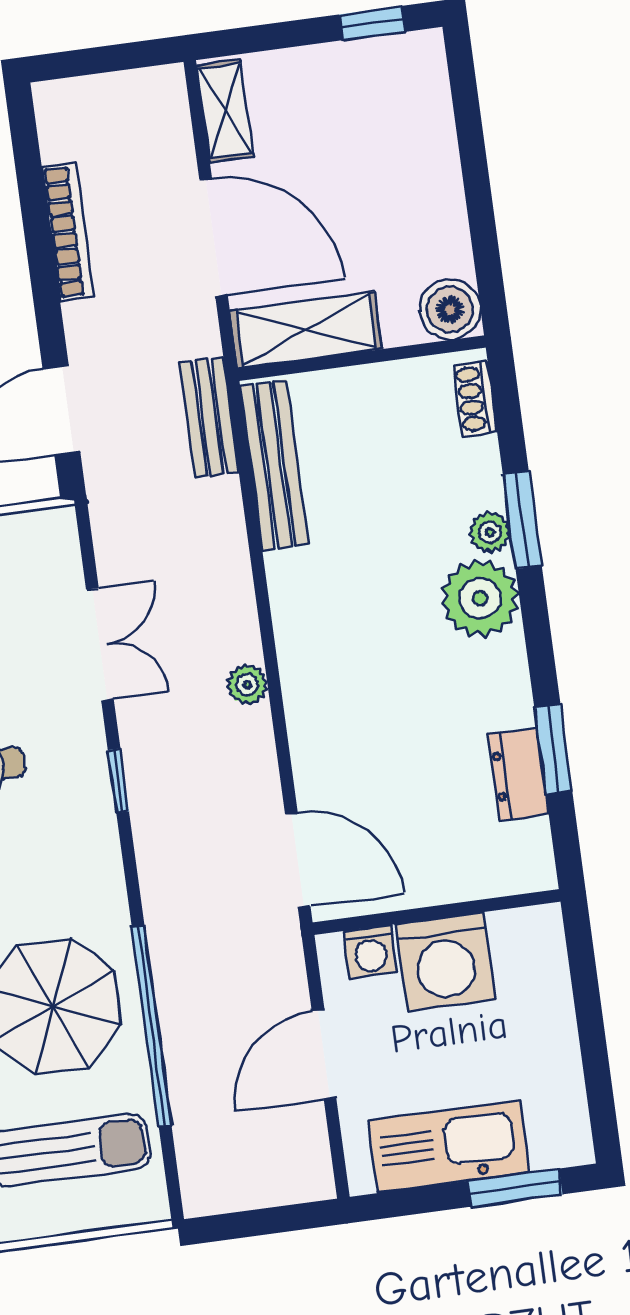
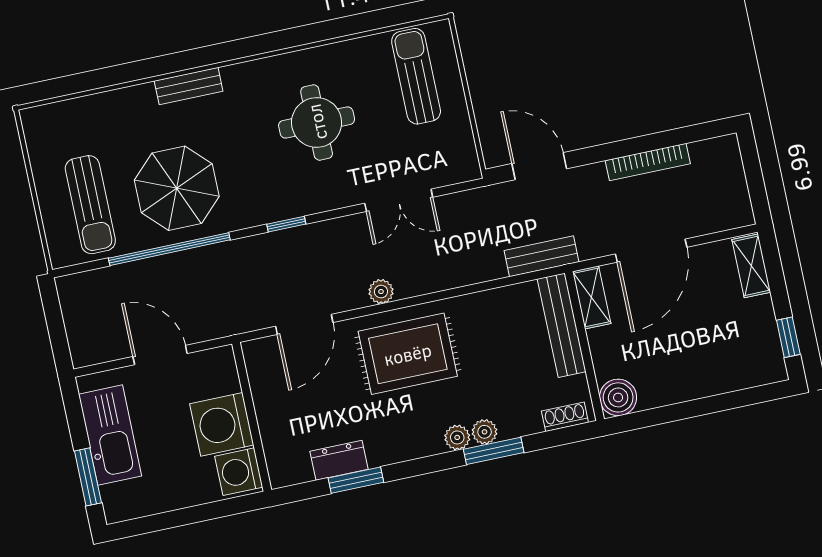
shelving: (225, 111) -> (751, 266), moved, turned 90
shelving: (306, 330) -> (592, 297), width x0.67, depth x0.75
bench: (274, 465) -> (562, 325), moved, turned 90
plant: (480, 598) -> (457, 437), width x0.53, depth x0.53
rug: (353, 648) -> (408, 354), added
window: (118, 781) -> (286, 224), moved
door: (298, 860) -> (304, 324), moved
washing machine: (371, 952) -> (239, 472), moved, width x1.38, depth x1.38

